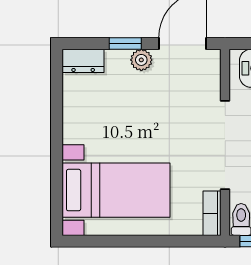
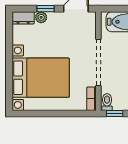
plant: (141, 60) -> (41, 17), moved
bed with nightstands: (116, 190) -> (41, 78), width x1.36

